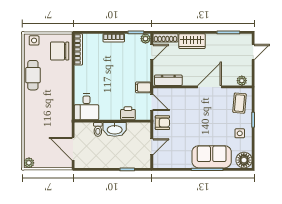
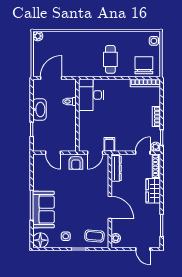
door: (152, 52) -> (143, 153), swing flipped
cafe table: (33, 75) -> (110, 59), moved, turned 90
desk: (86, 107) -> (91, 95), width x1.37
printer: (128, 113) -> (85, 130), removed
washbasin: (115, 129) -> (39, 110), moved, turned 180

